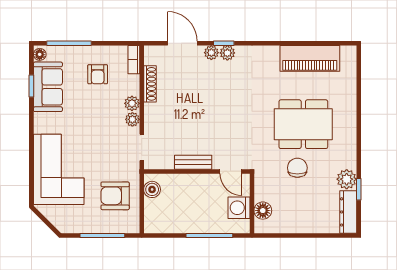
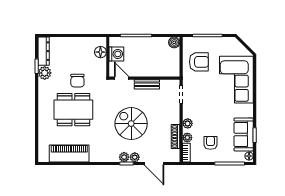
spiral stairs: (217, 103) -> (131, 124), added
plant: (132, 119) -> (187, 138), moved
boiler: (152, 189) -> (174, 42), moved

